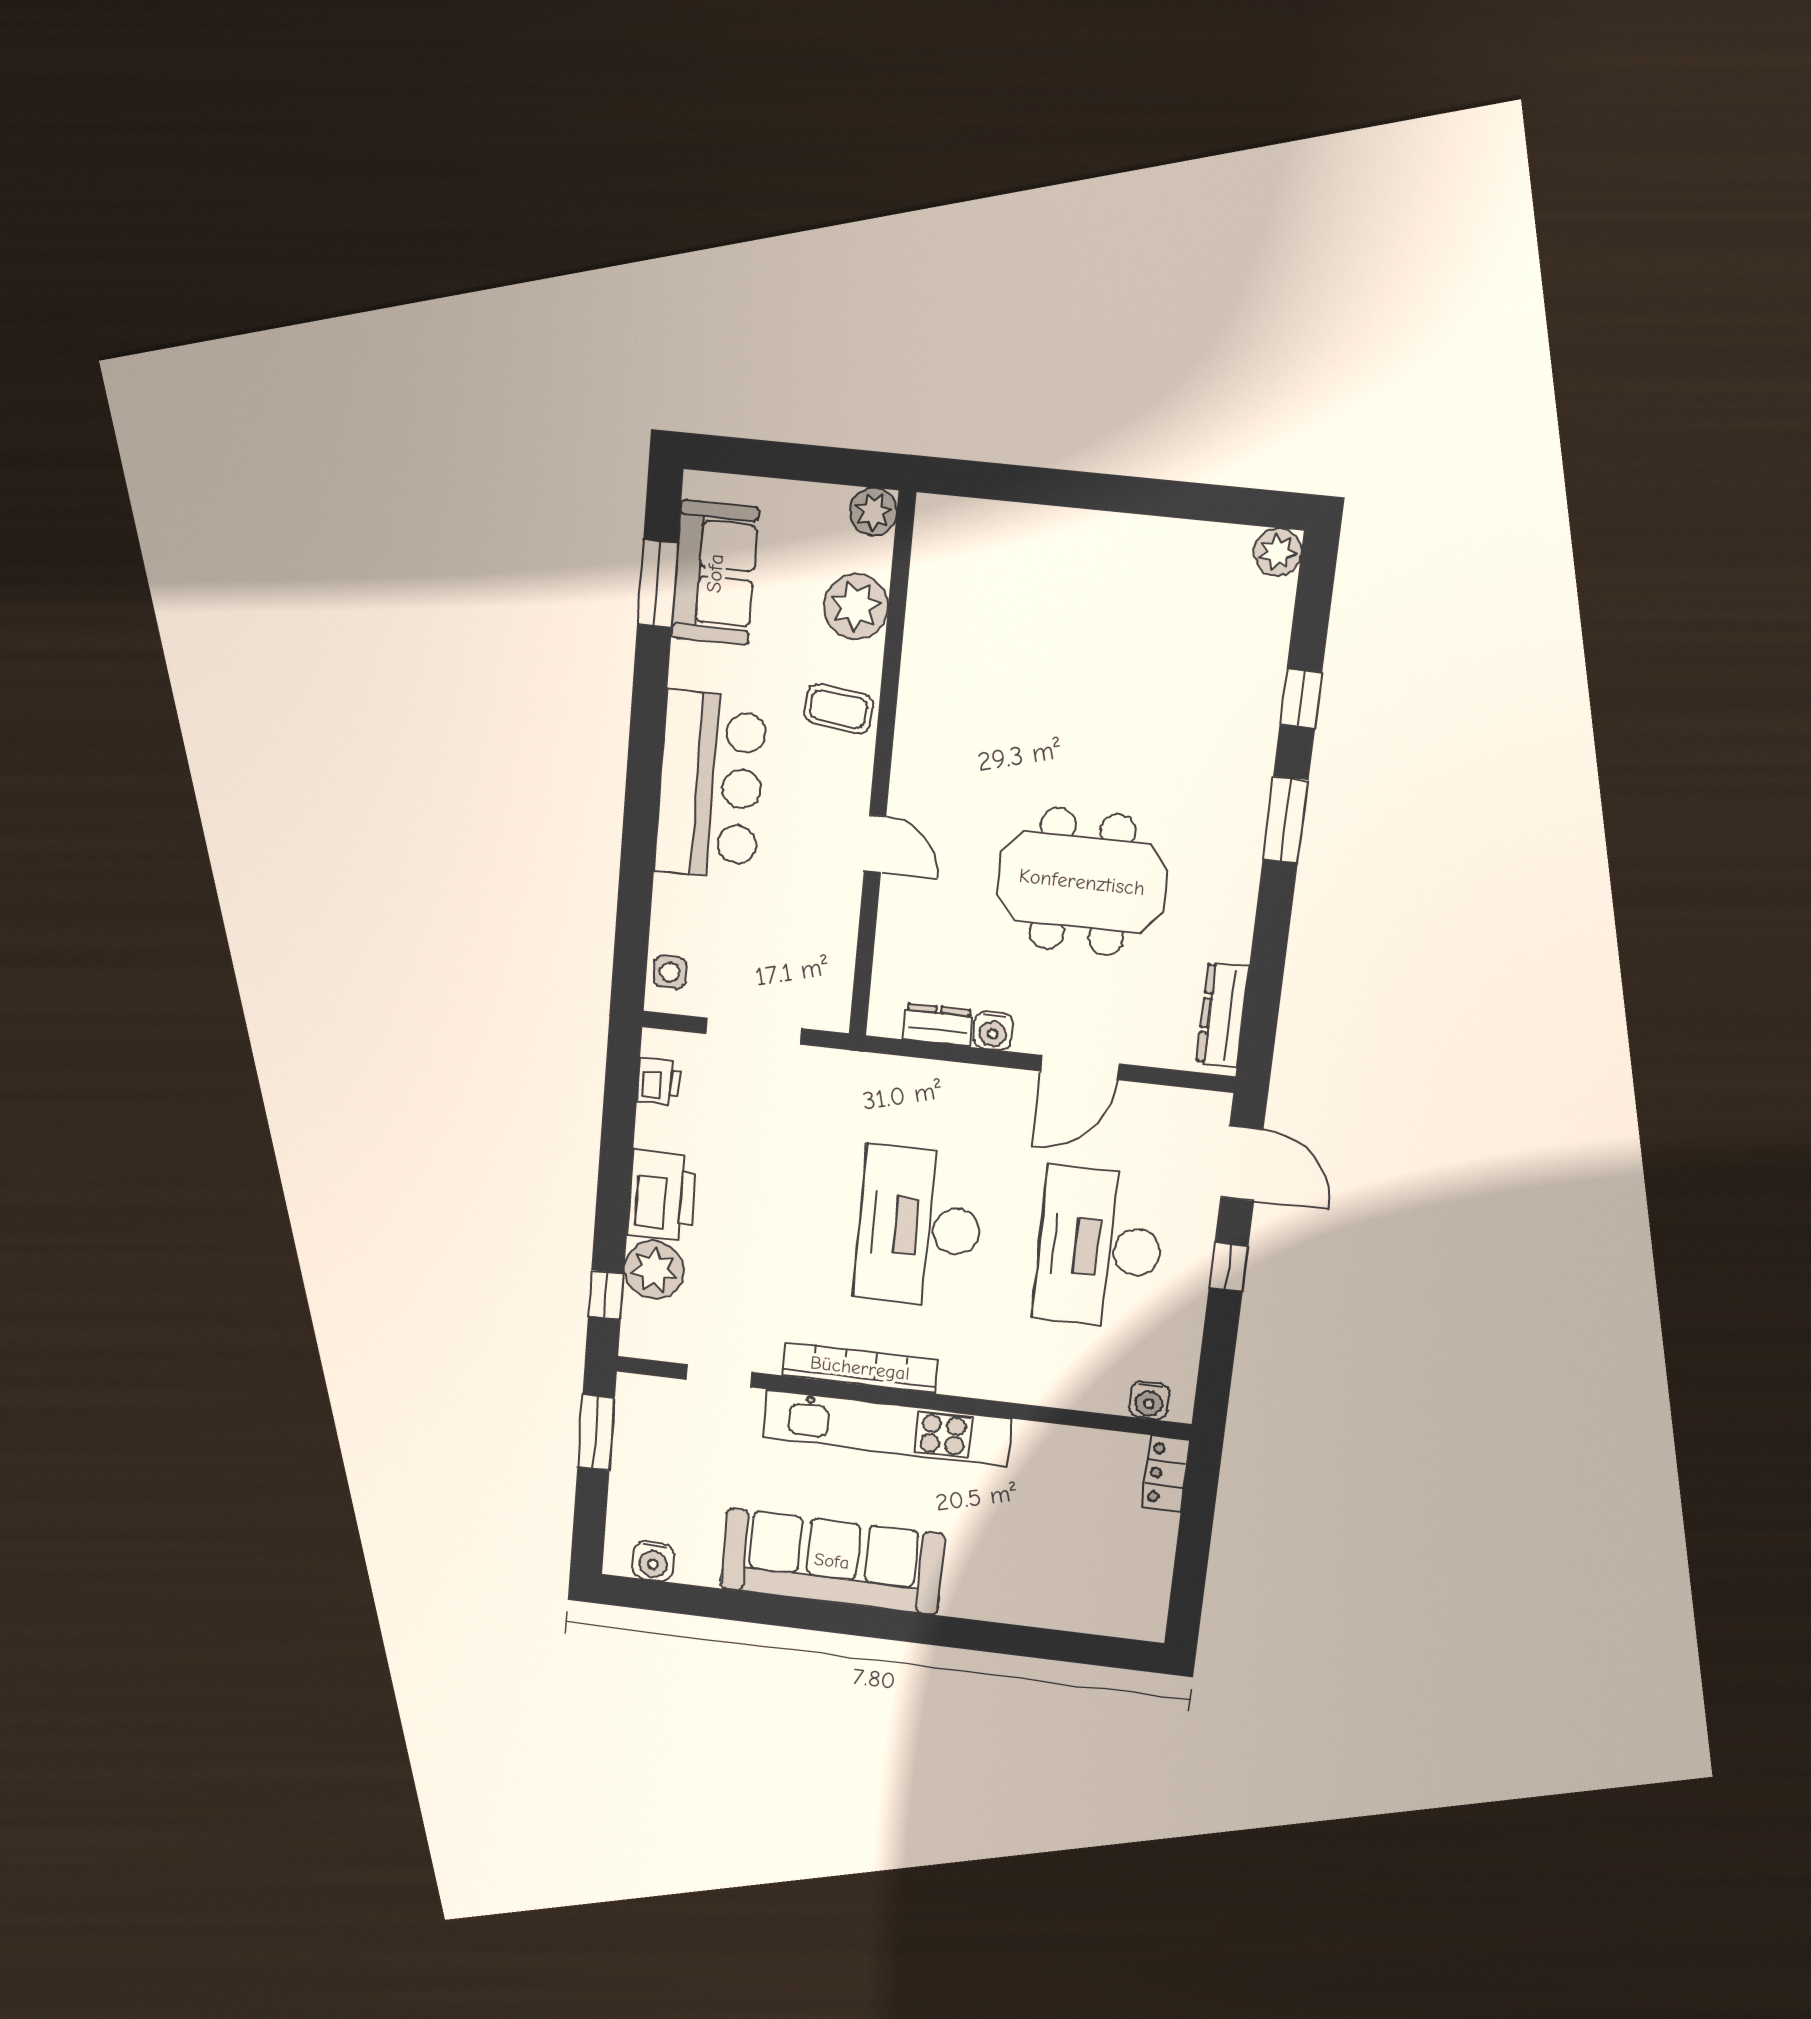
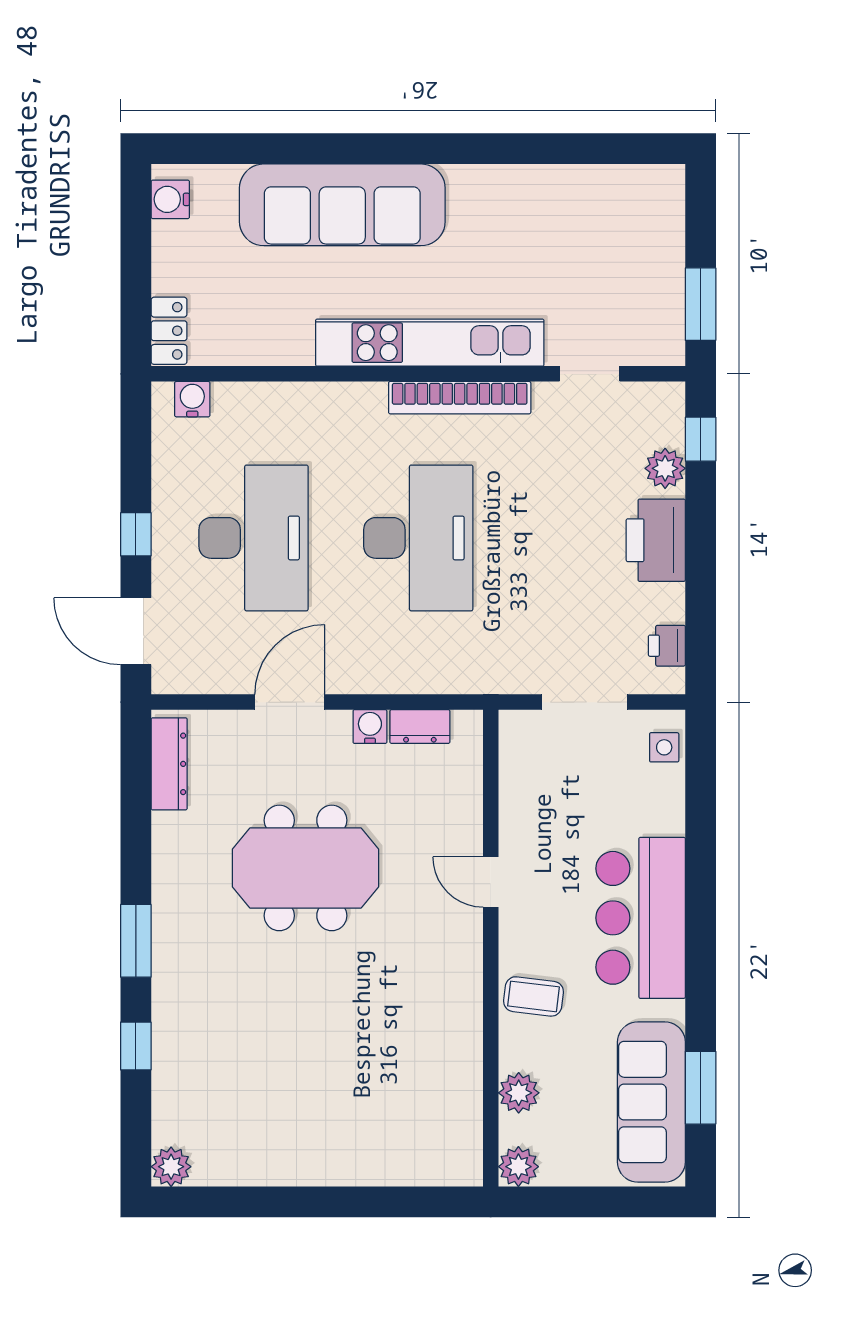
sofa: (715, 573) -> (651, 1102), width x1.36
plant: (856, 607) -> (519, 1093), width x0.73, depth x0.73
plant: (654, 1270) -> (665, 468), width x0.73, depth x0.73
water cooler: (653, 1561) -> (170, 199), moved, turned -90
sofa: (832, 1561) -> (342, 205), moved

